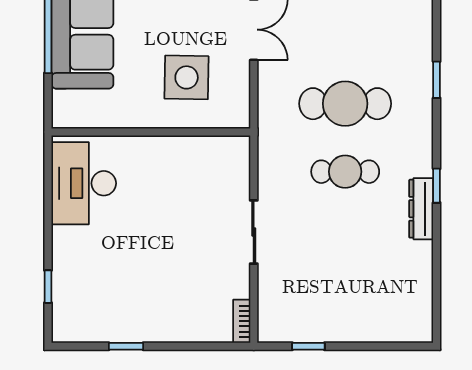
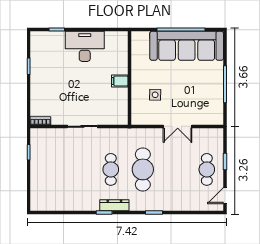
side table: (187, 77) -> (155, 95), width x0.54, depth x0.54
filing cabinet: (157, 153) -> (120, 81), added
desk: (84, 183) -> (85, 46), moved
dresser: (421, 209) -> (114, 205), moved

